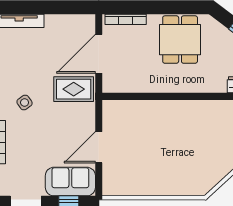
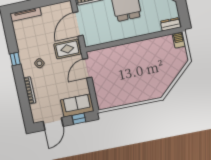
door: (99, 147) -> (87, 68), moved

